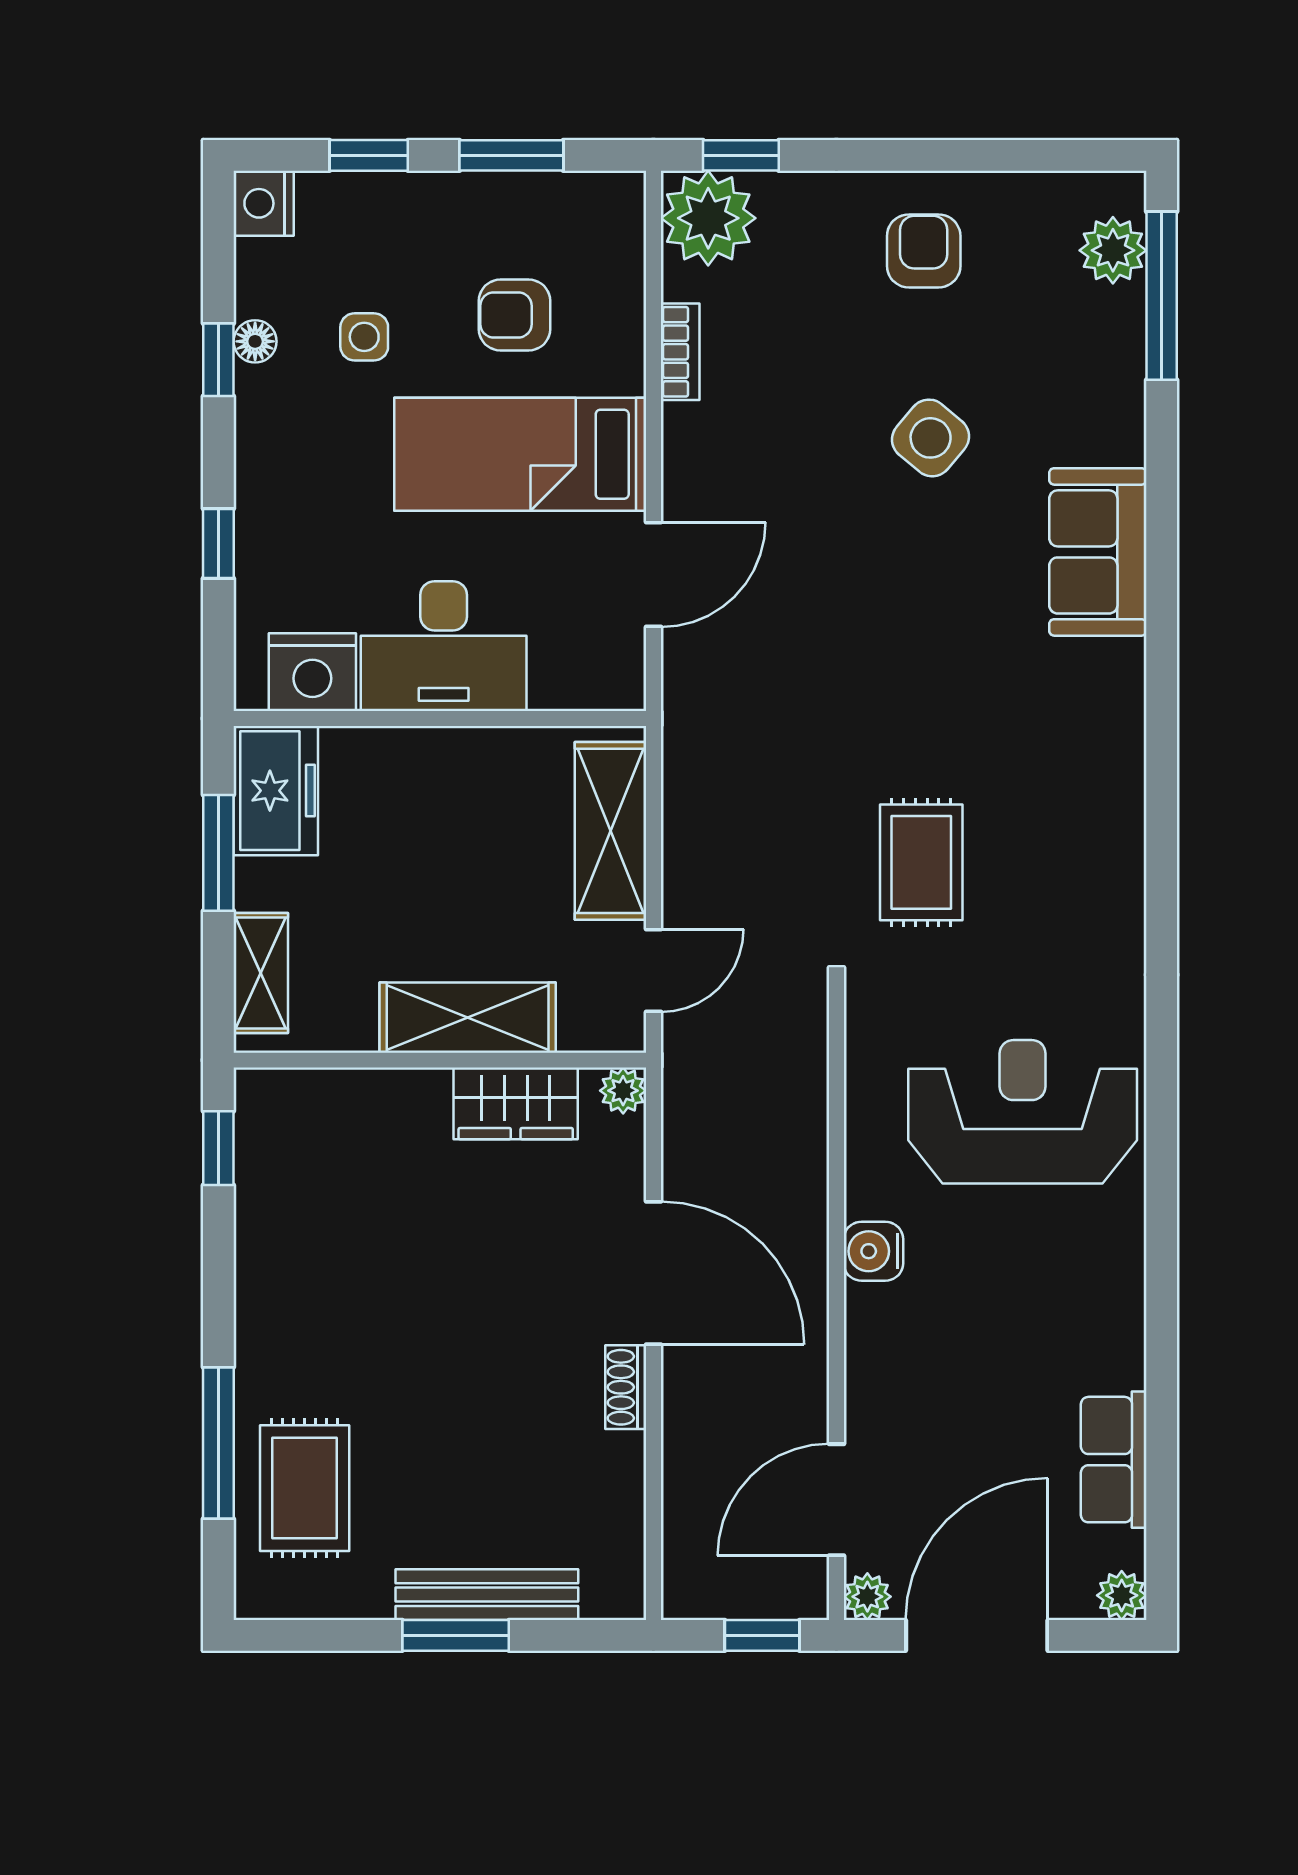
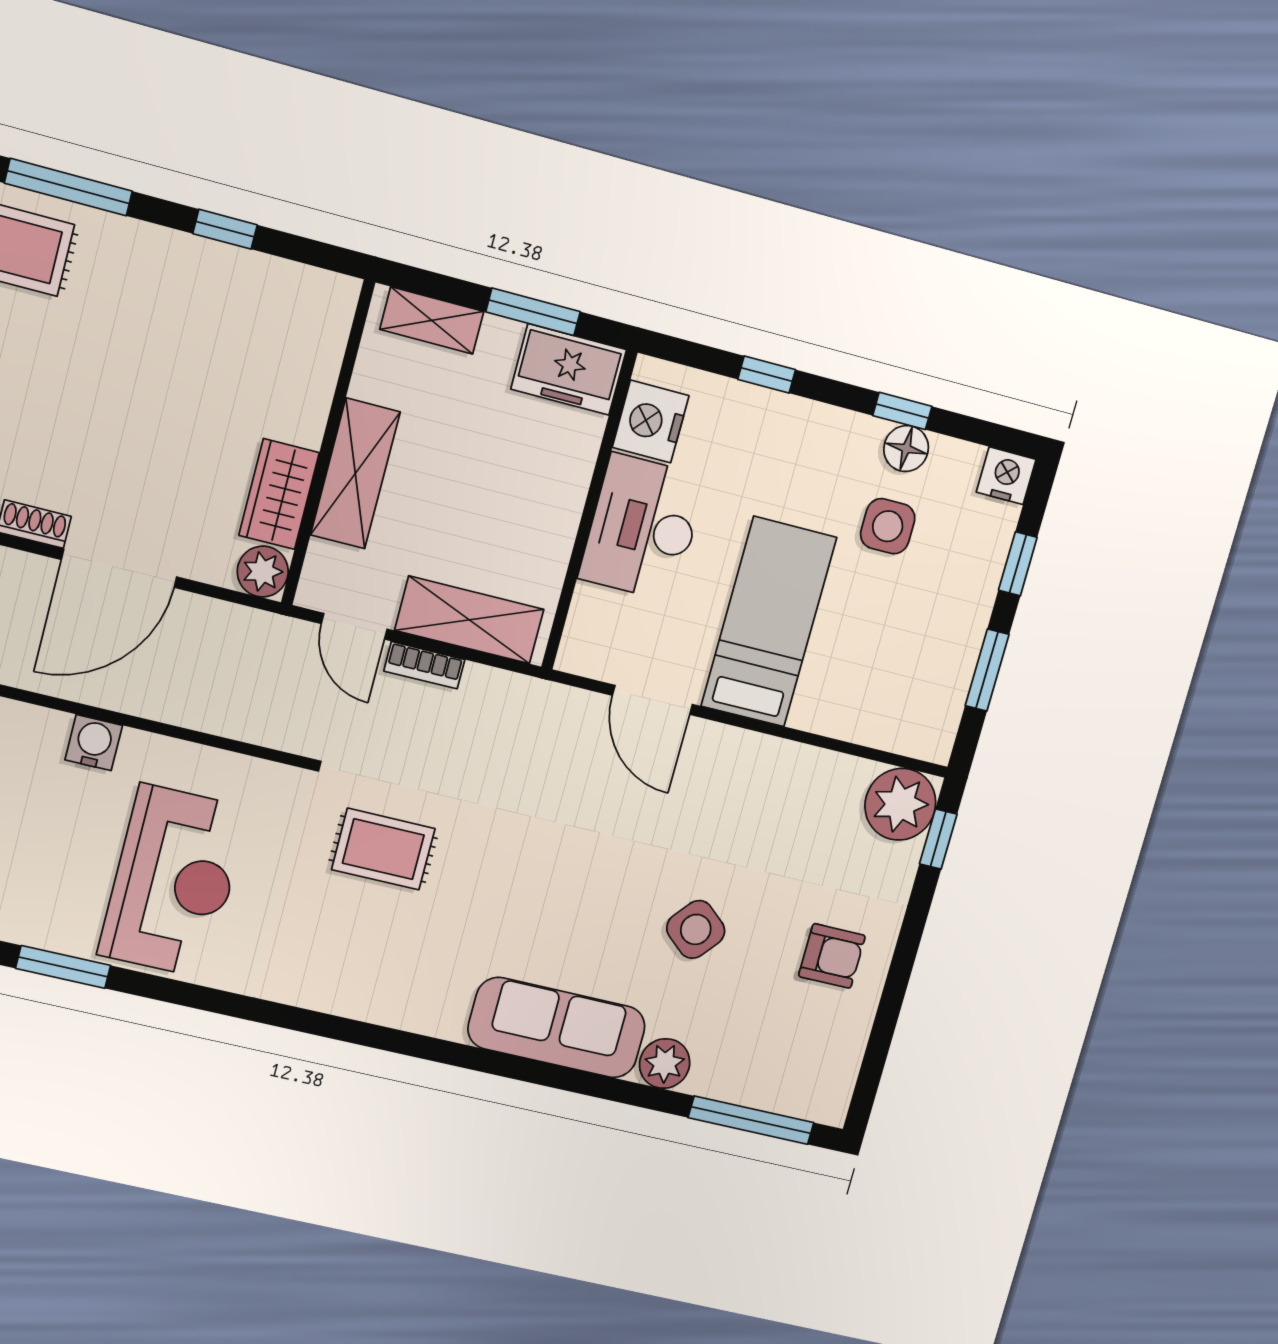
plant: (1113, 250) -> (665, 1064), moved
armchair: (515, 315) -> (872, 643), removed
side table: (364, 337) -> (888, 526), width x1.37, depth x1.37
floor lamp: (255, 341) -> (906, 449), width x1.37, depth x1.37
bookcase: (680, 352) -> (424, 665), moved
sofa: (1098, 552) -> (557, 1028), width x1.36
plant: (623, 1091) -> (263, 572), width x1.38, depth x1.38
window: (218, 1148) -> (225, 229), moved
window: (1162, 1220) -> (63, 967), added

